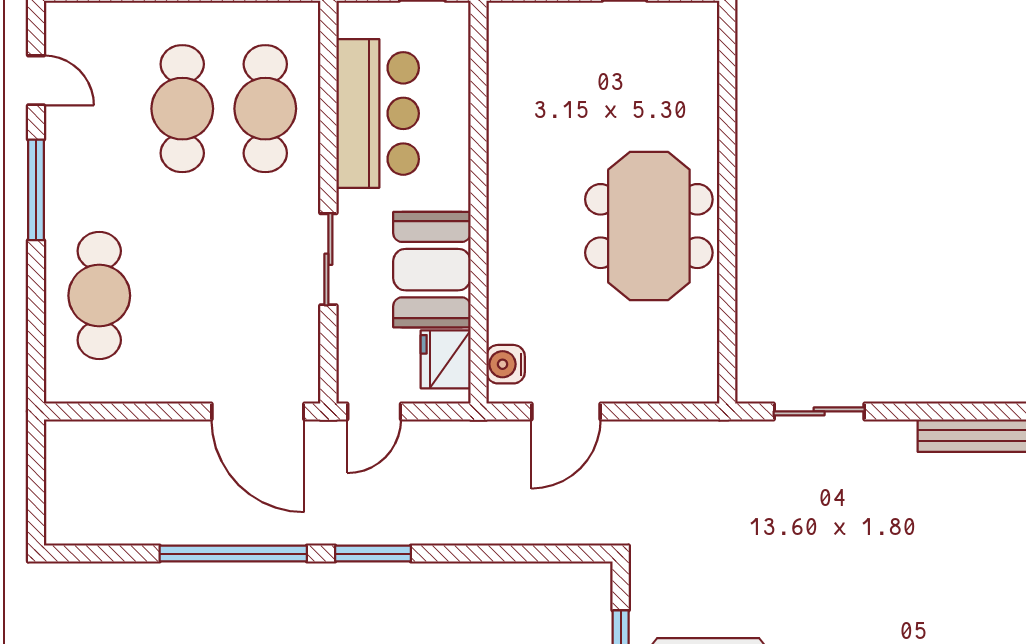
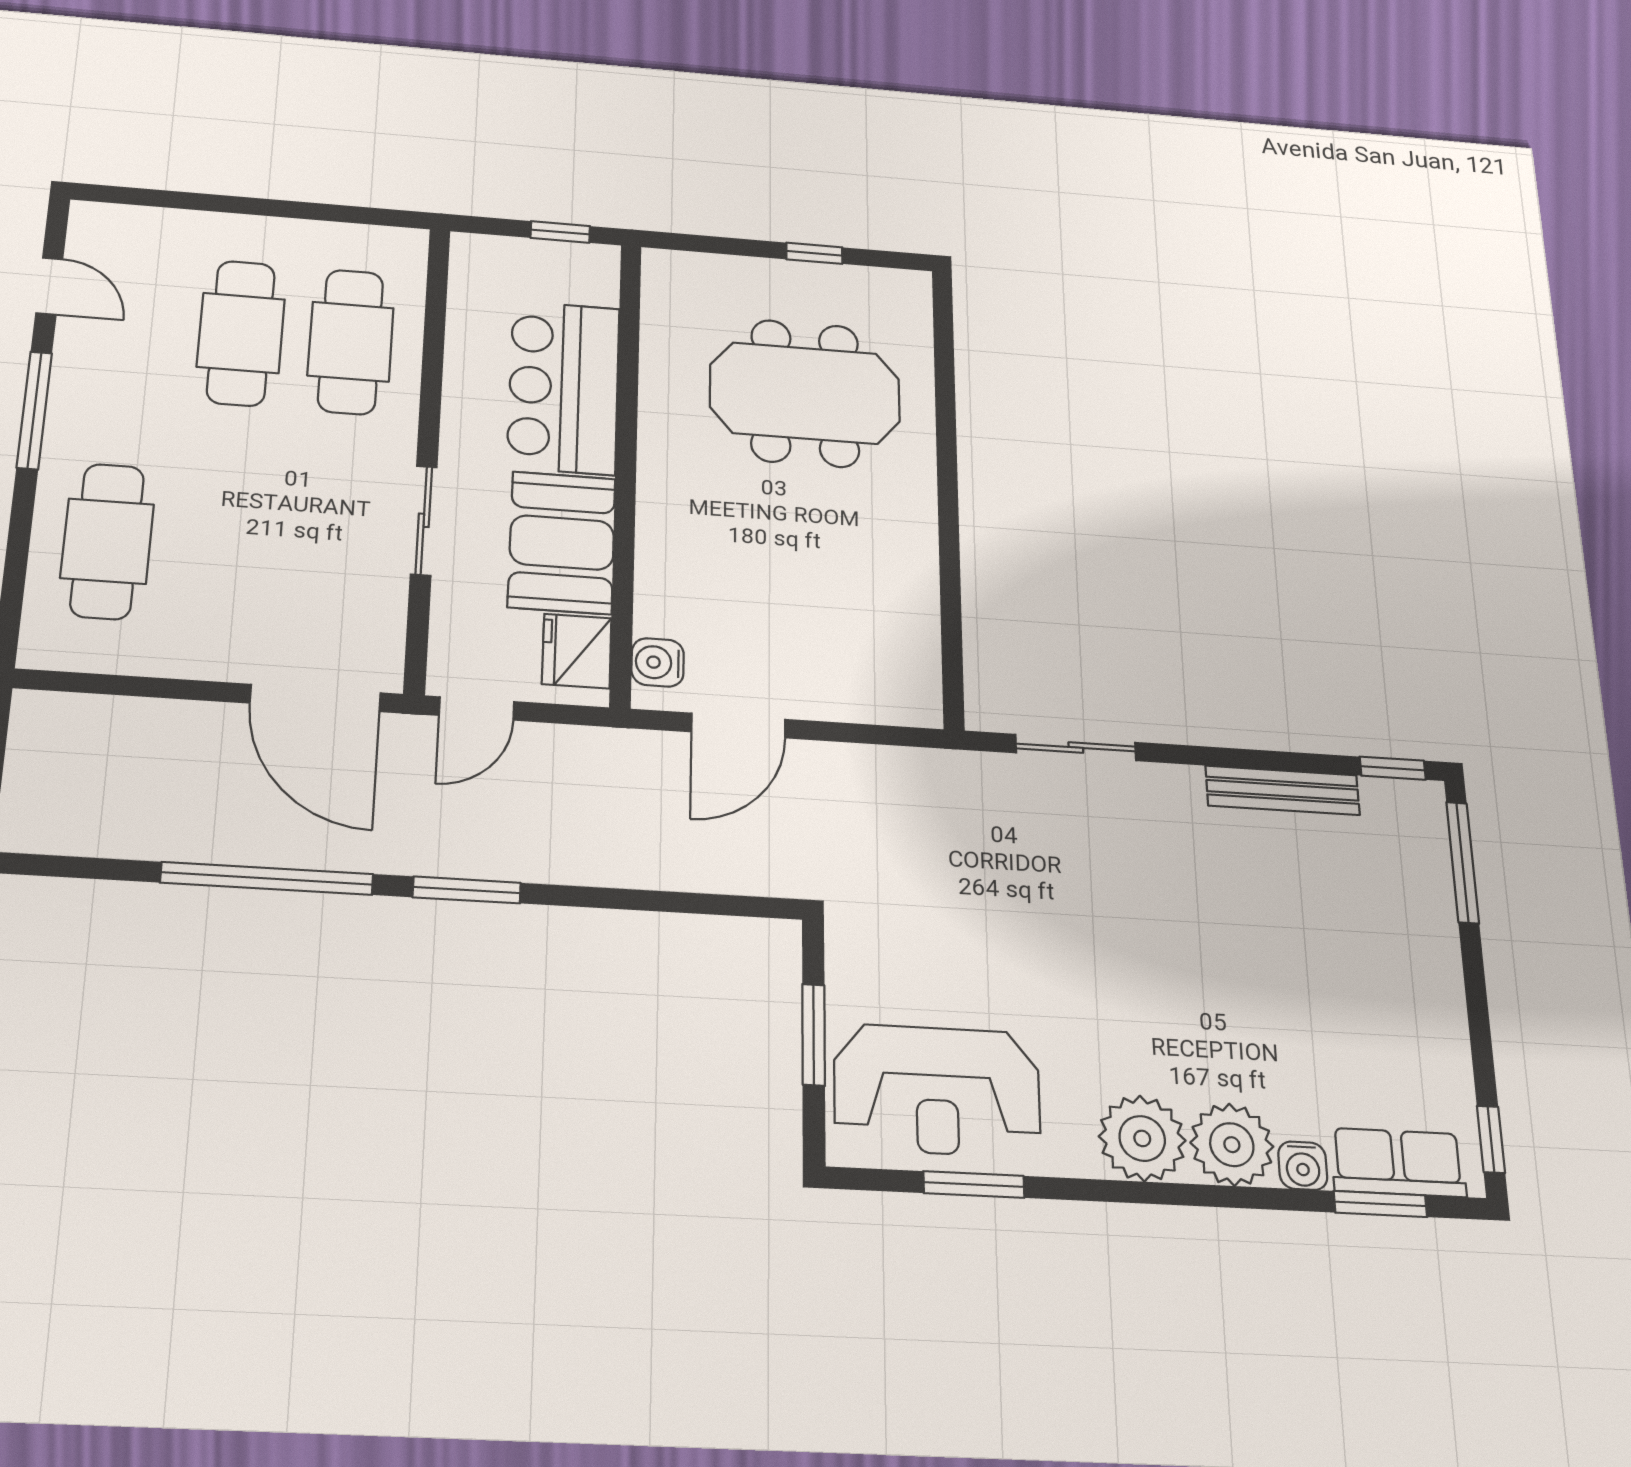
bar counter: (378, 113) -> (564, 387), moved, turned 180
meeting table: (649, 226) -> (805, 393), moved, turned 90

